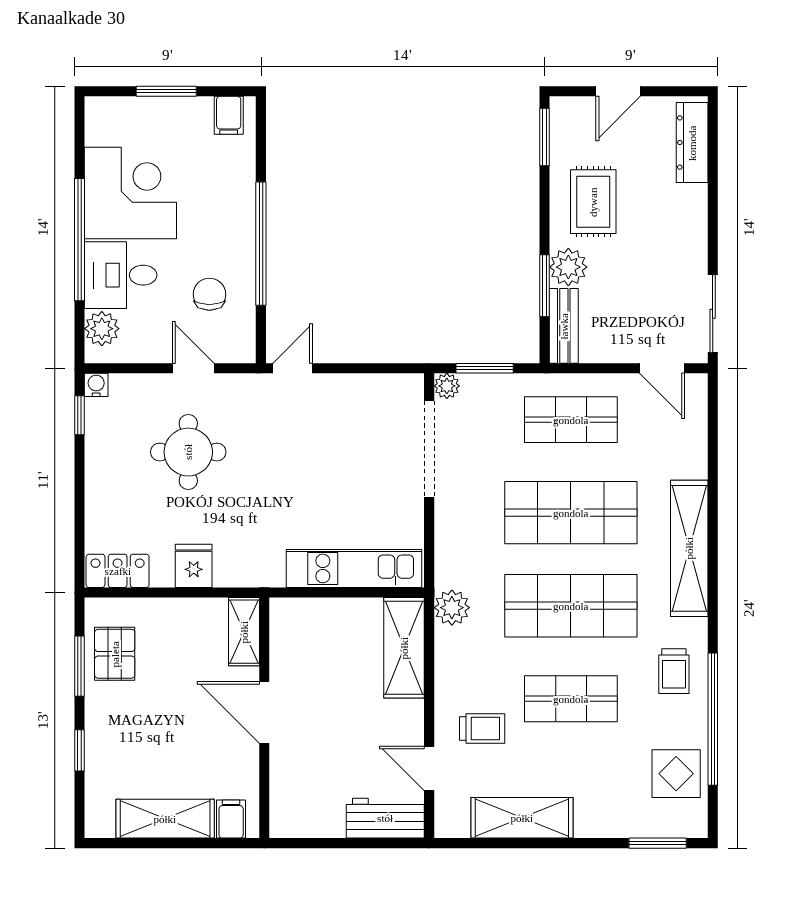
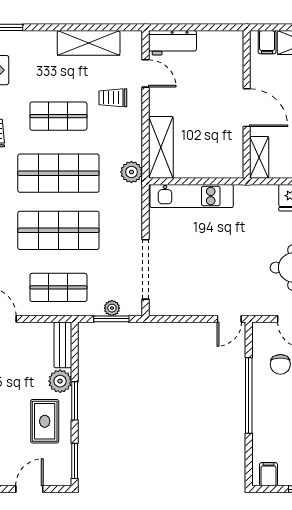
window: (545, 286) -> (75, 401), moved
plant: (447, 386) -> (112, 308), moved

